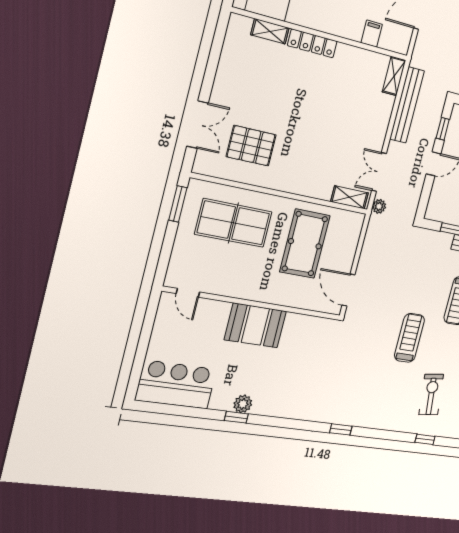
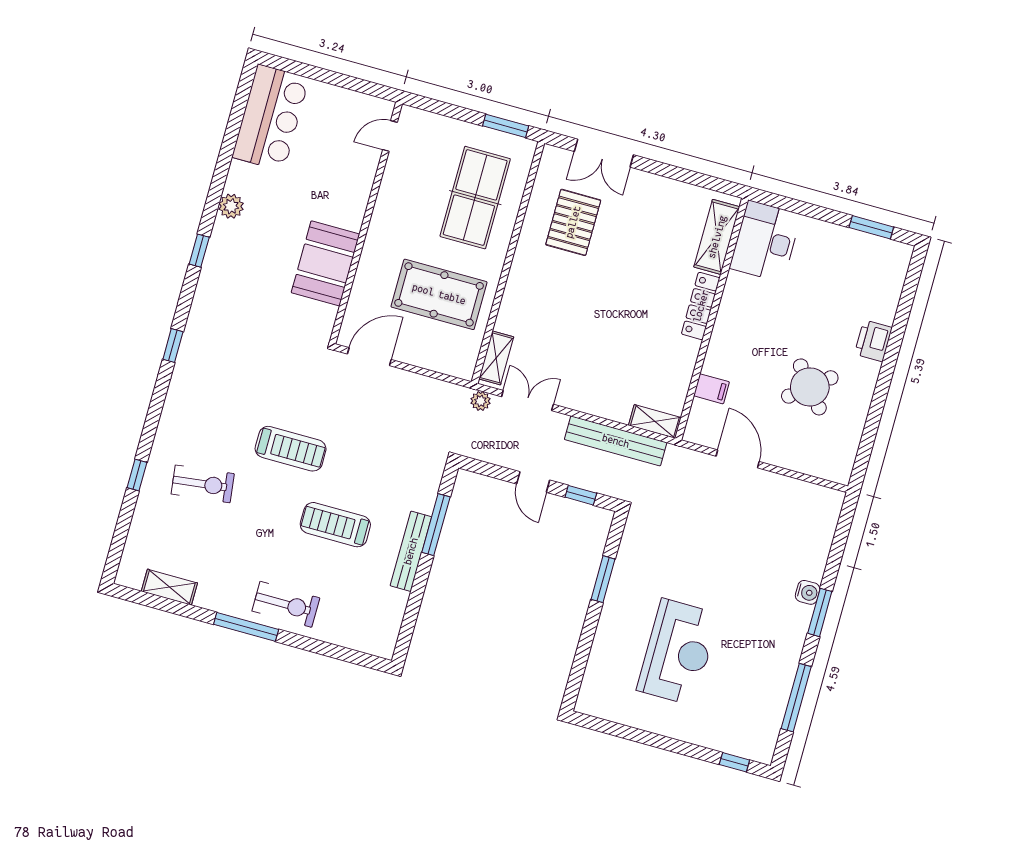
shelving: (270, 31) -> (717, 237), width x1.50, depth x1.33
booth: (255, 325) -> (325, 263), moved
window: (236, 417) -> (199, 251), moved

